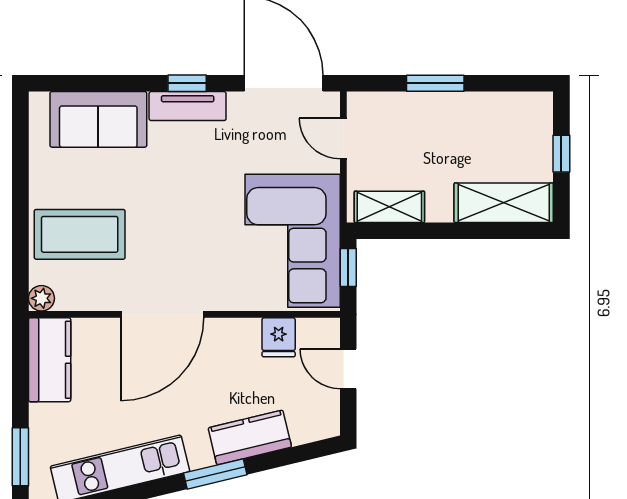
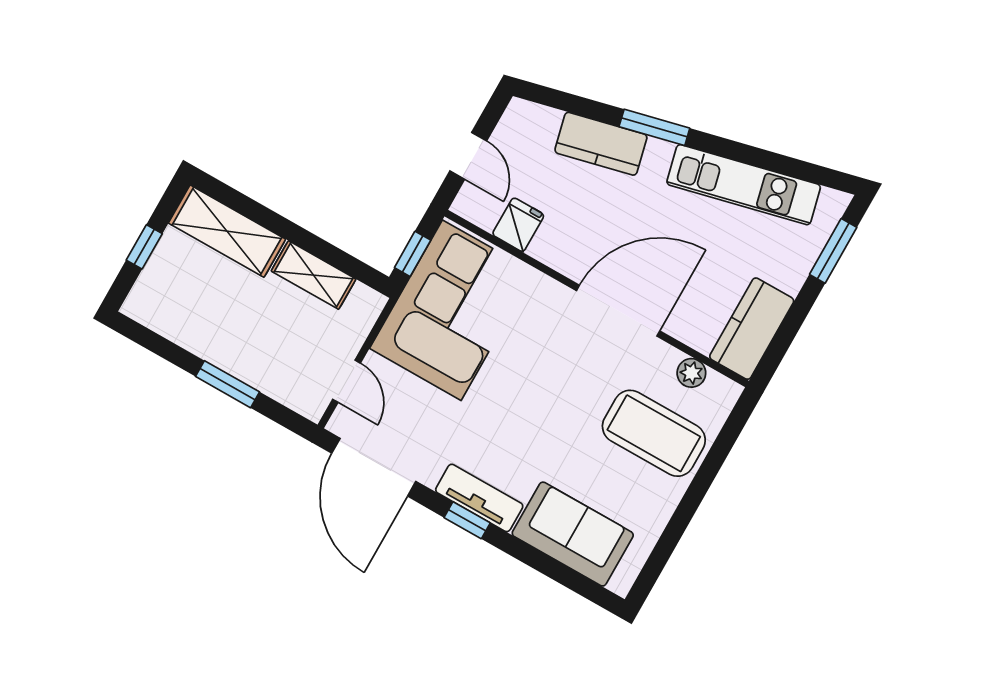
shelving: (389, 207) -> (314, 275), moved
plant: (41, 298) -> (691, 373), moved

